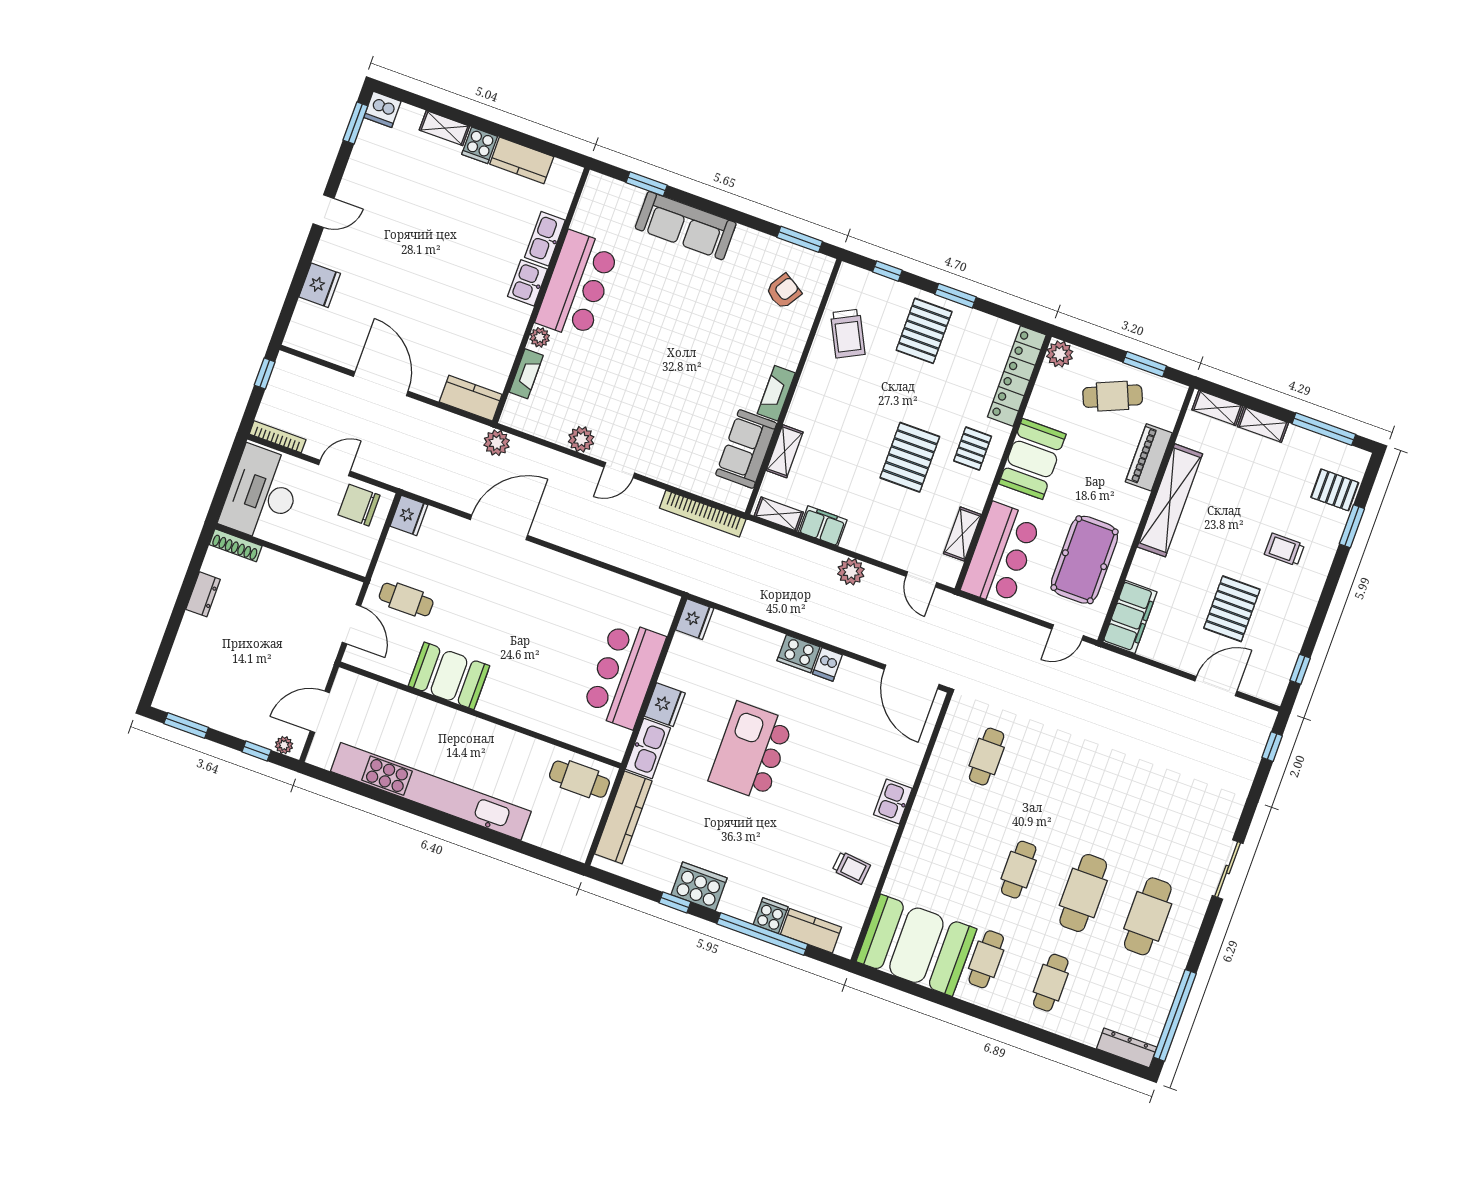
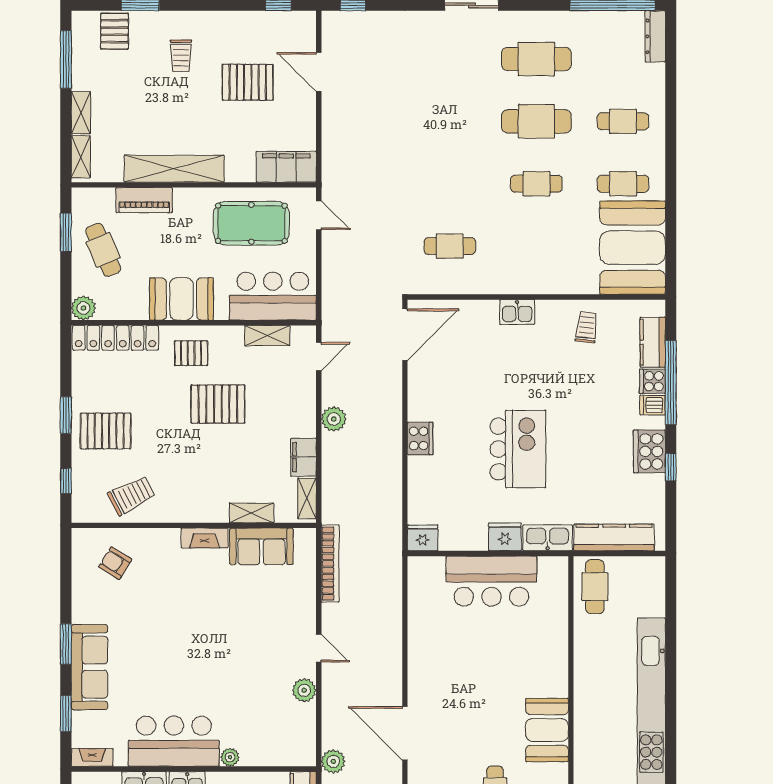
window: (800, 239) -> (66, 644), moved
fireplace: (526, 374) -> (92, 757), moved
dishwasher: (827, 664) -> (653, 405), moved, turned 180
kitchen island: (751, 751) -> (518, 449), turned -90

